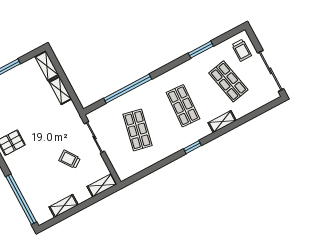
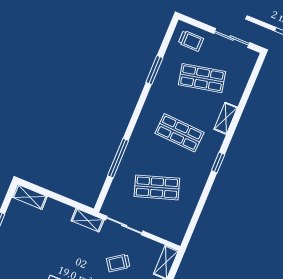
sliding door: (271, 71) -> (232, 38), width x0.73
window: (128, 89) -> (118, 158), width x0.68
shelving: (60, 90) -> (88, 220), moved
shop shelf: (137, 130) -> (157, 187), turned -30

